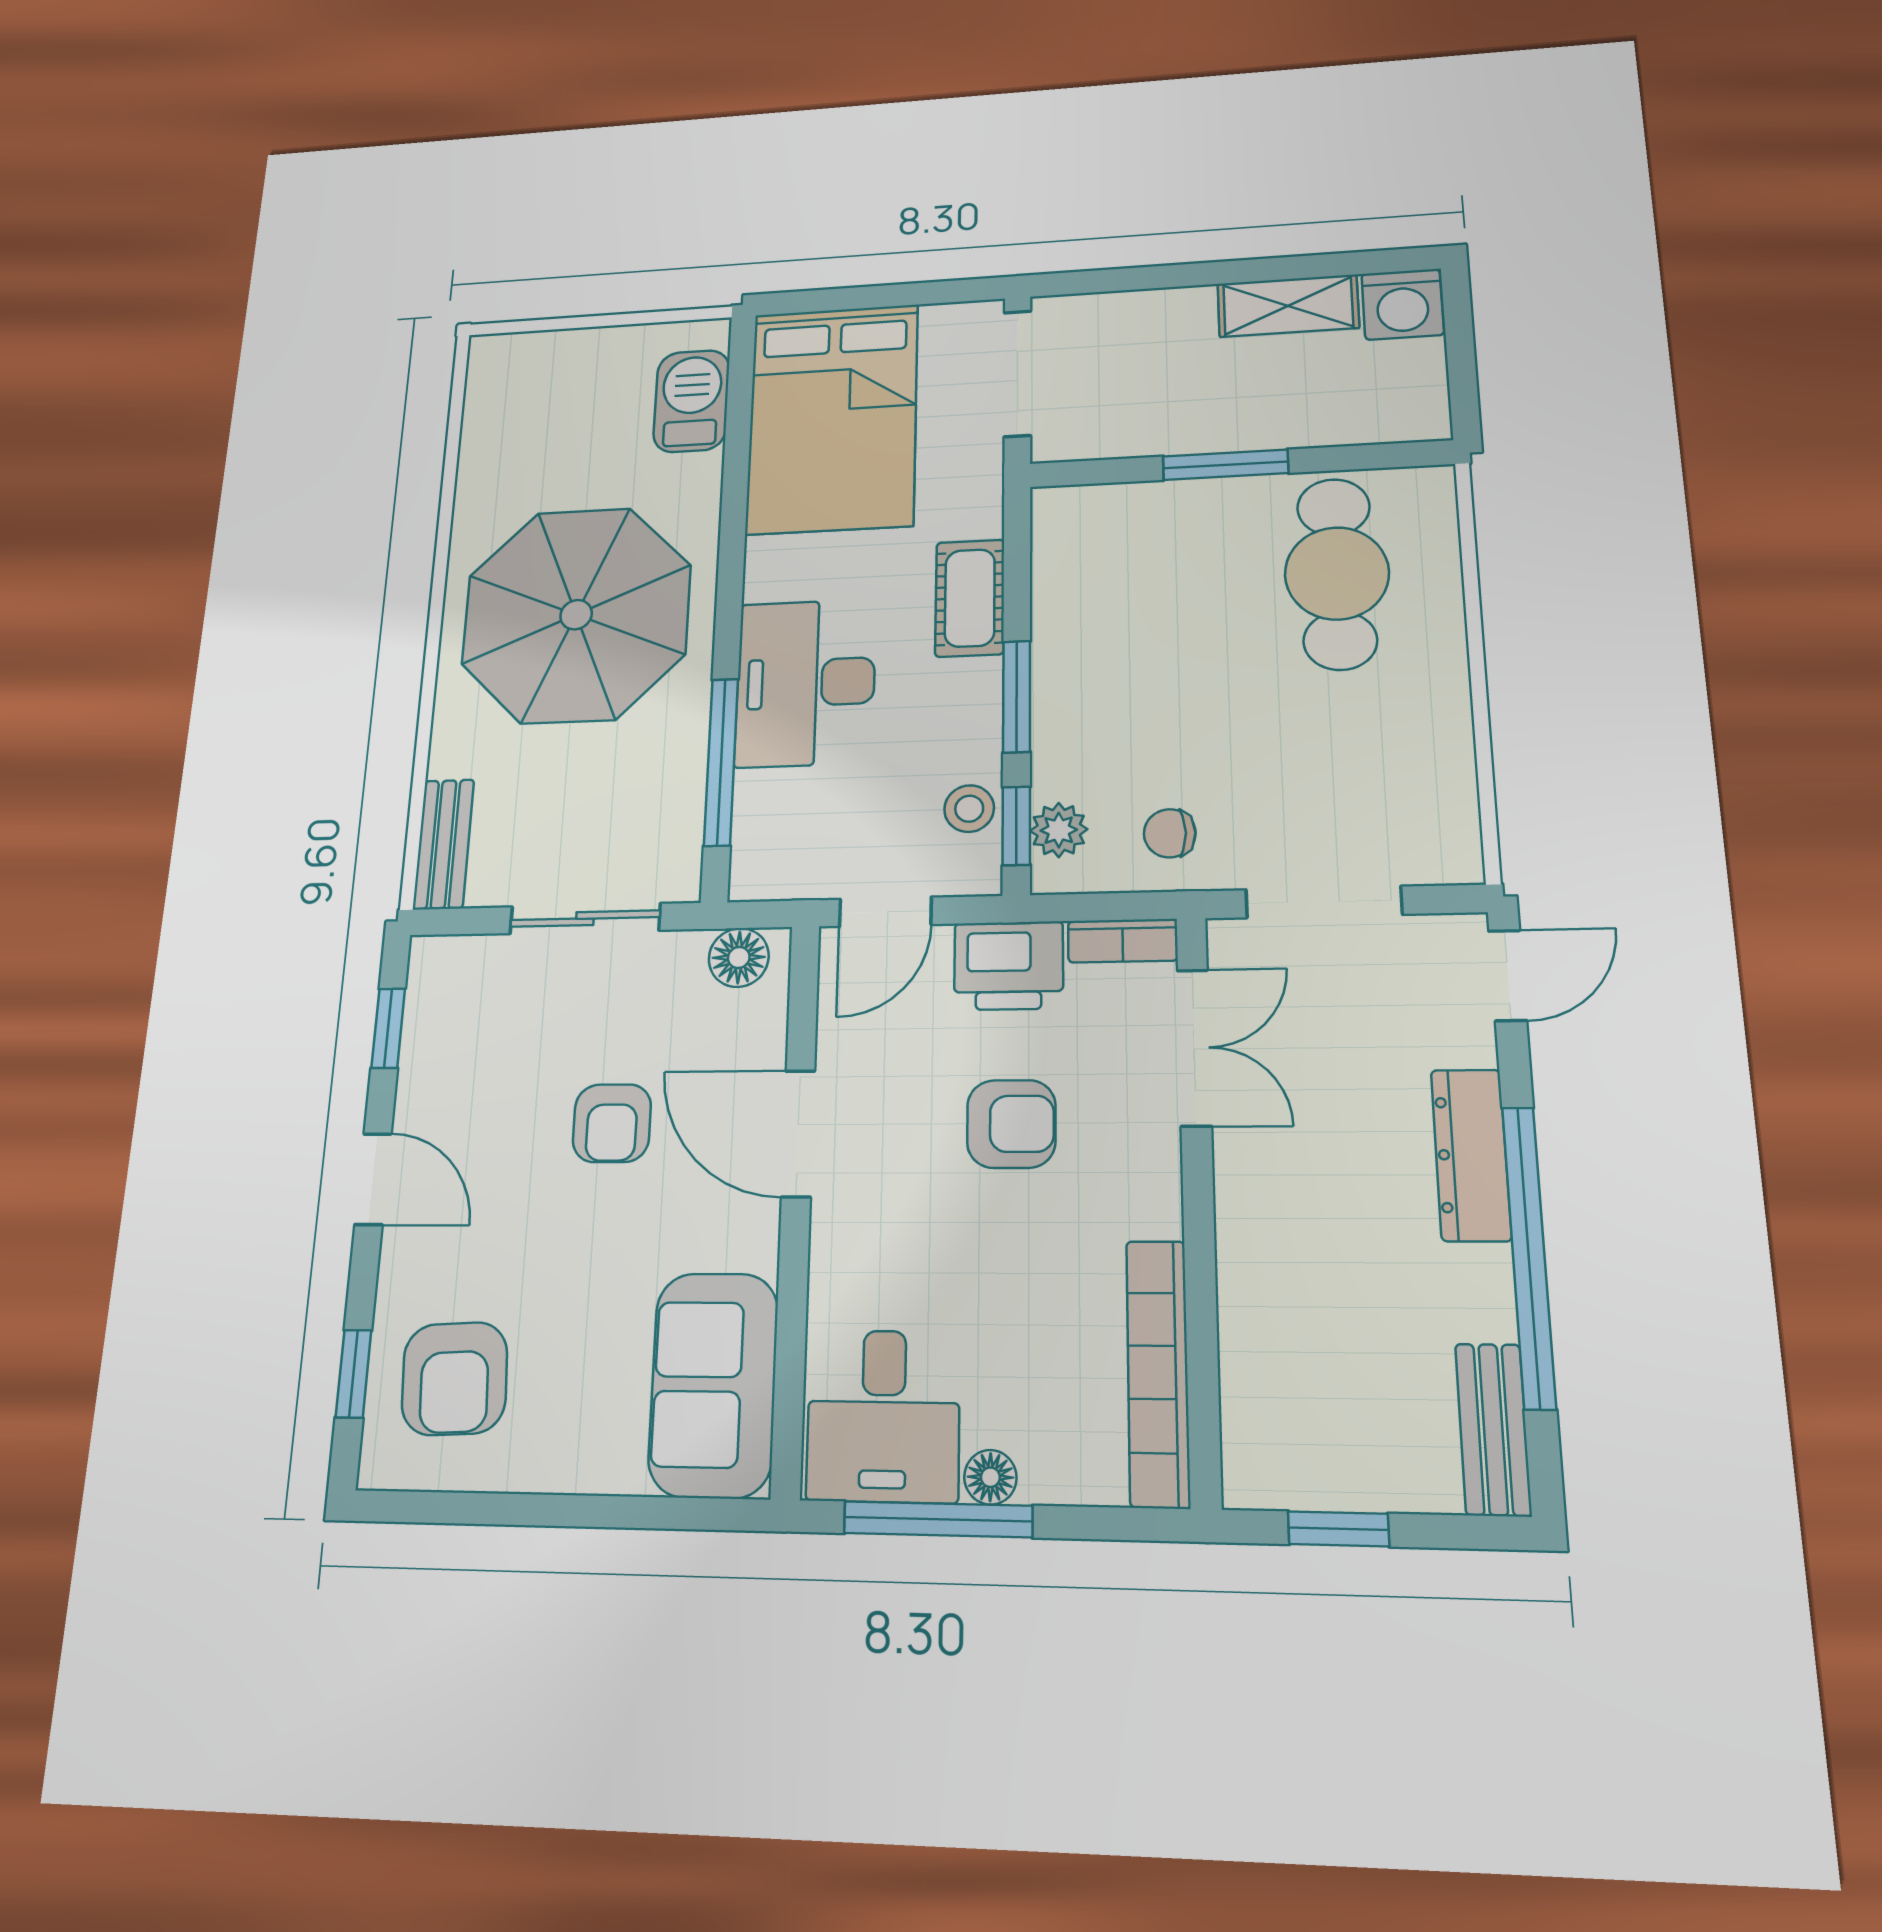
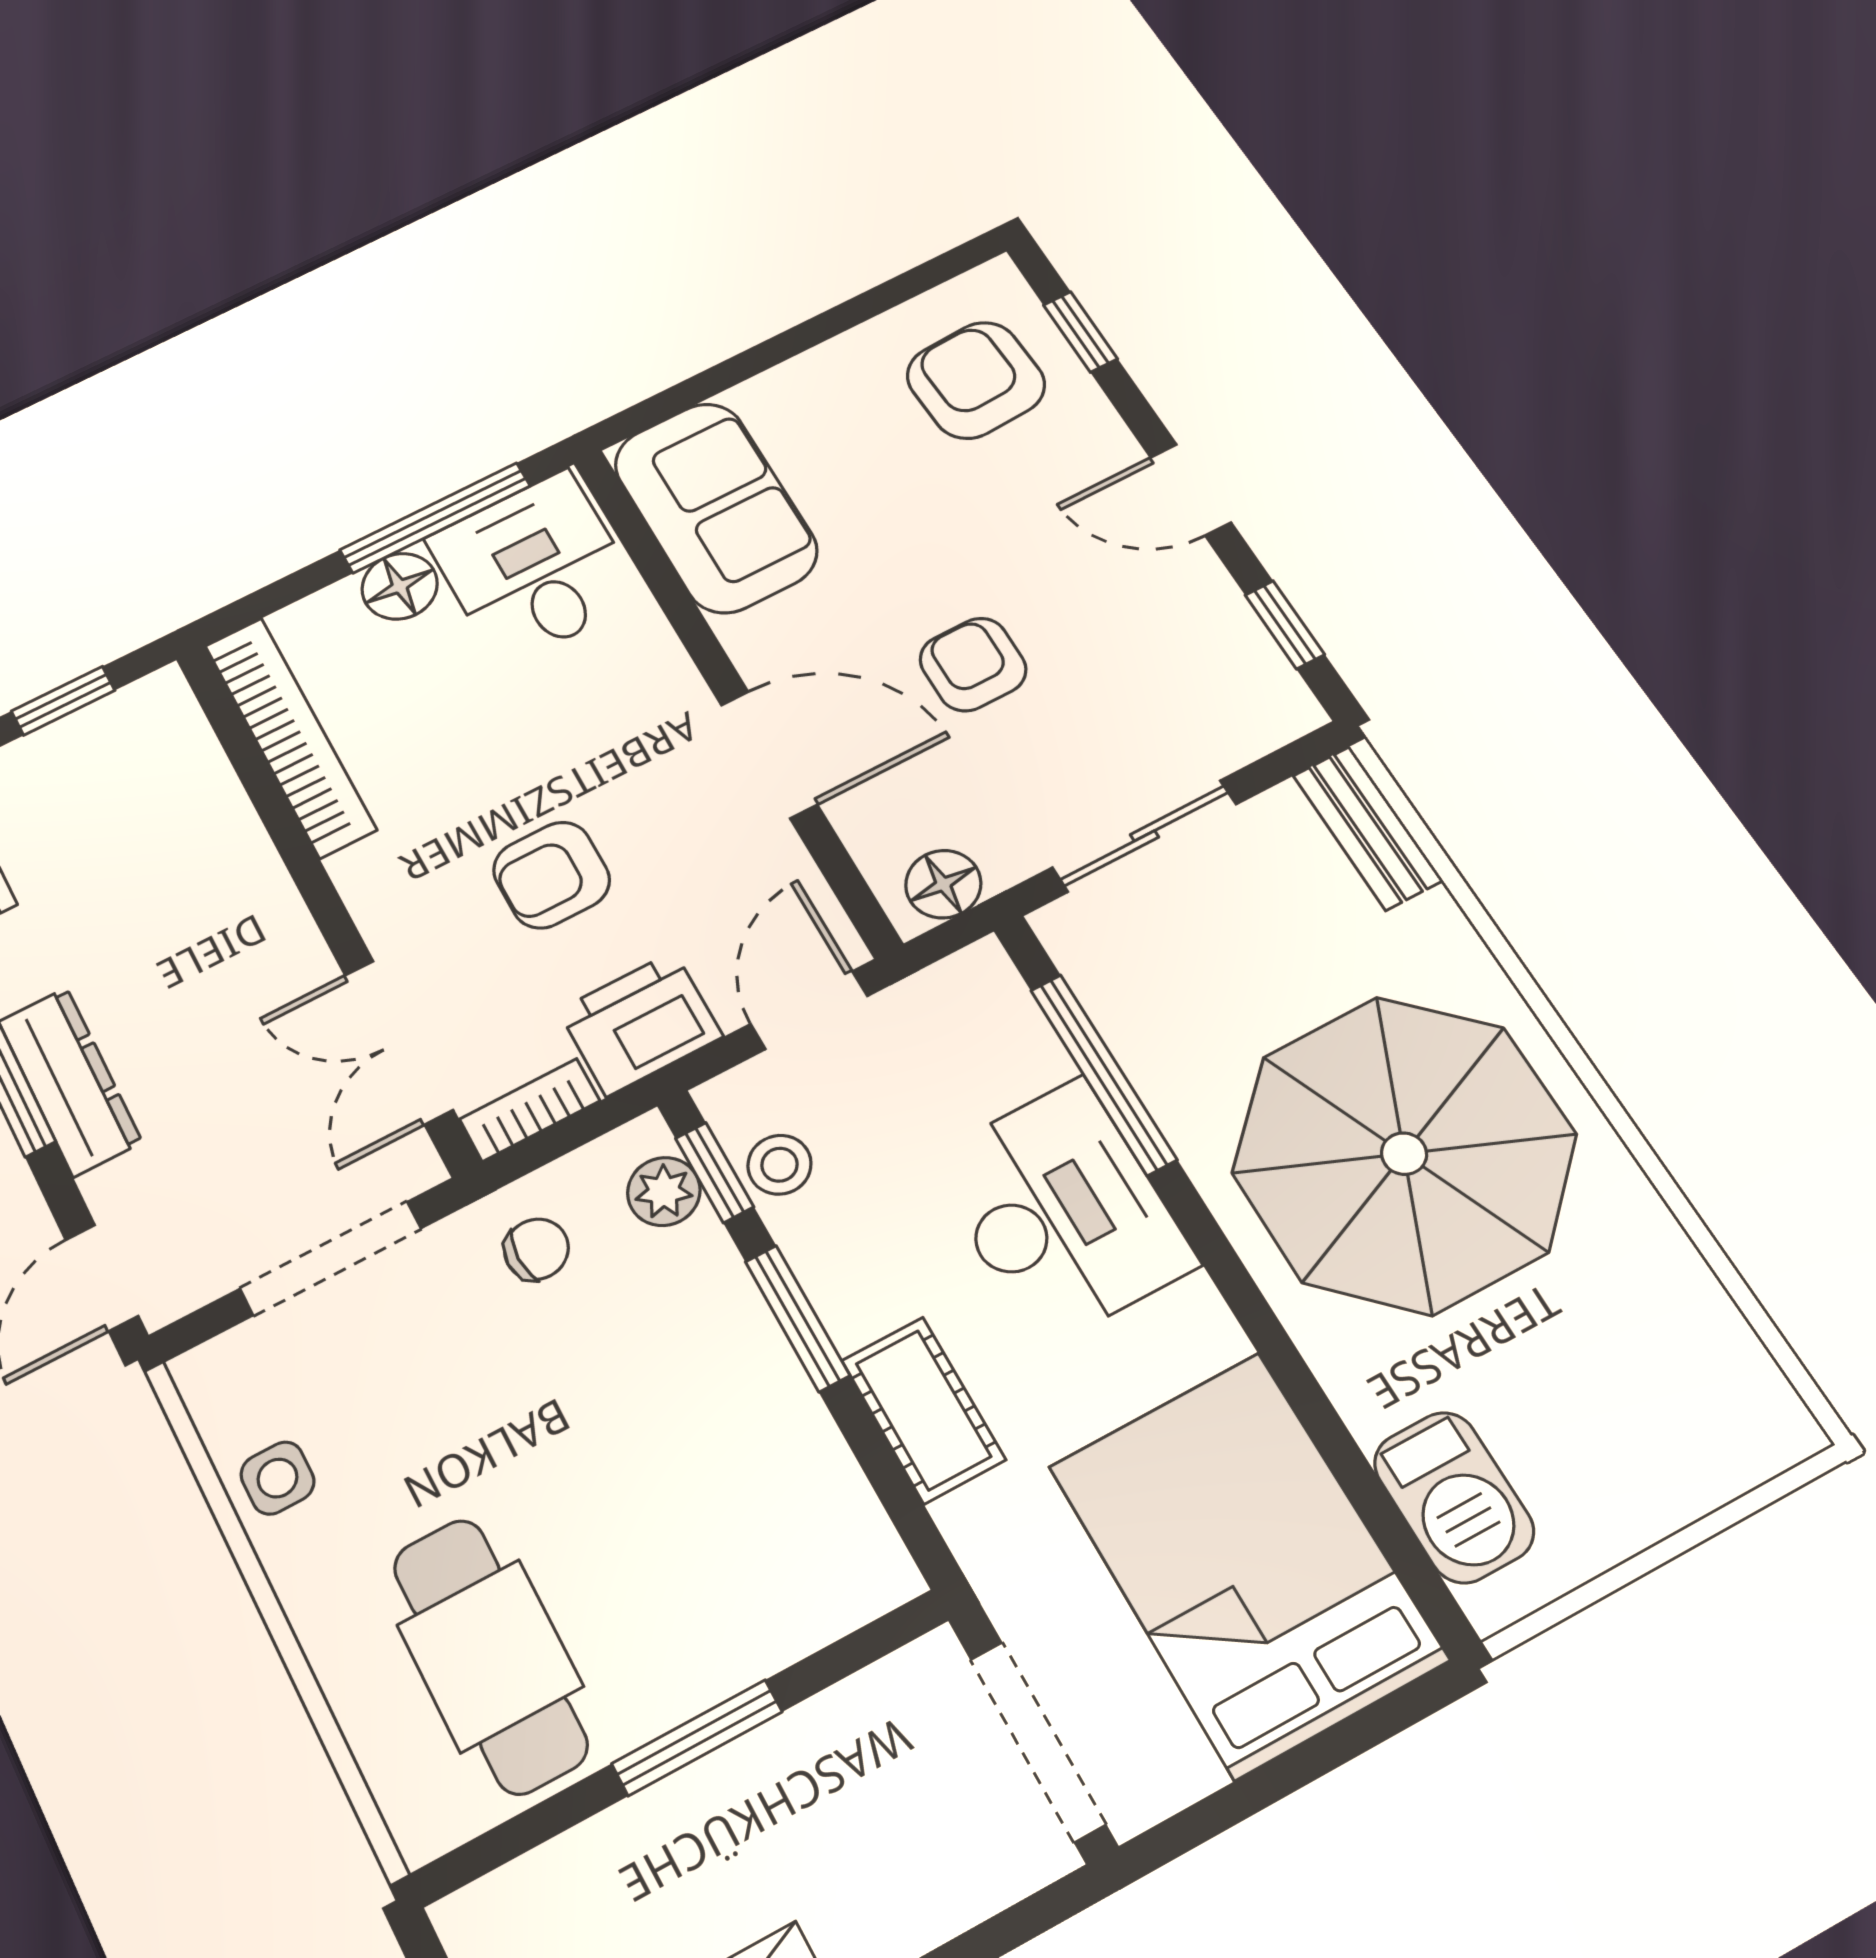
side table: (1434, 759) -> (278, 1478), added
floor lamp: (990, 1477) -> (400, 586), width x1.37, depth x1.37

